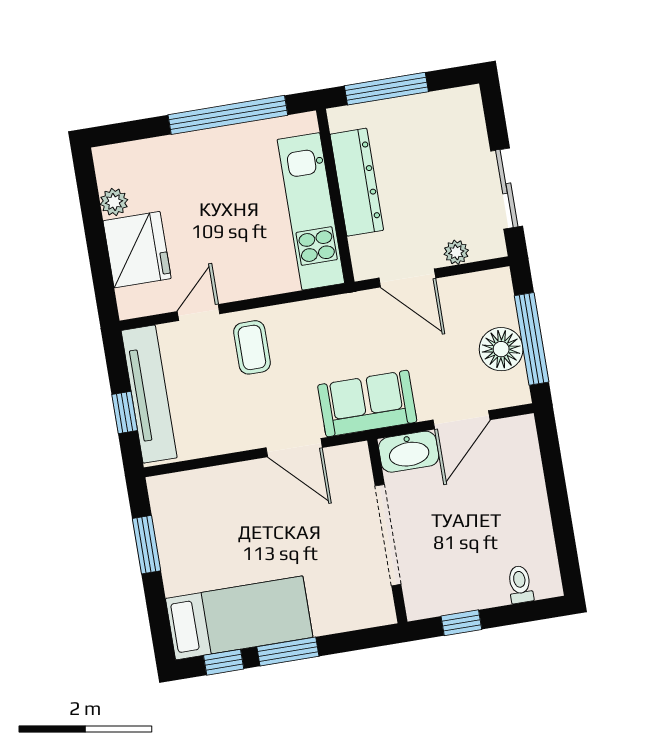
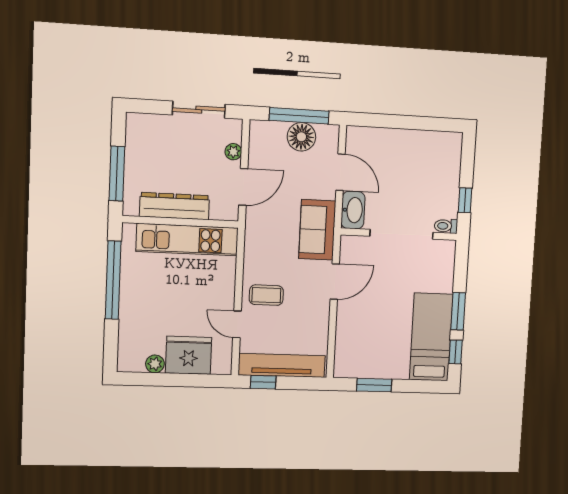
window: (125, 413) -> (263, 382), moved
toilet: (520, 584) -> (446, 226), moved

